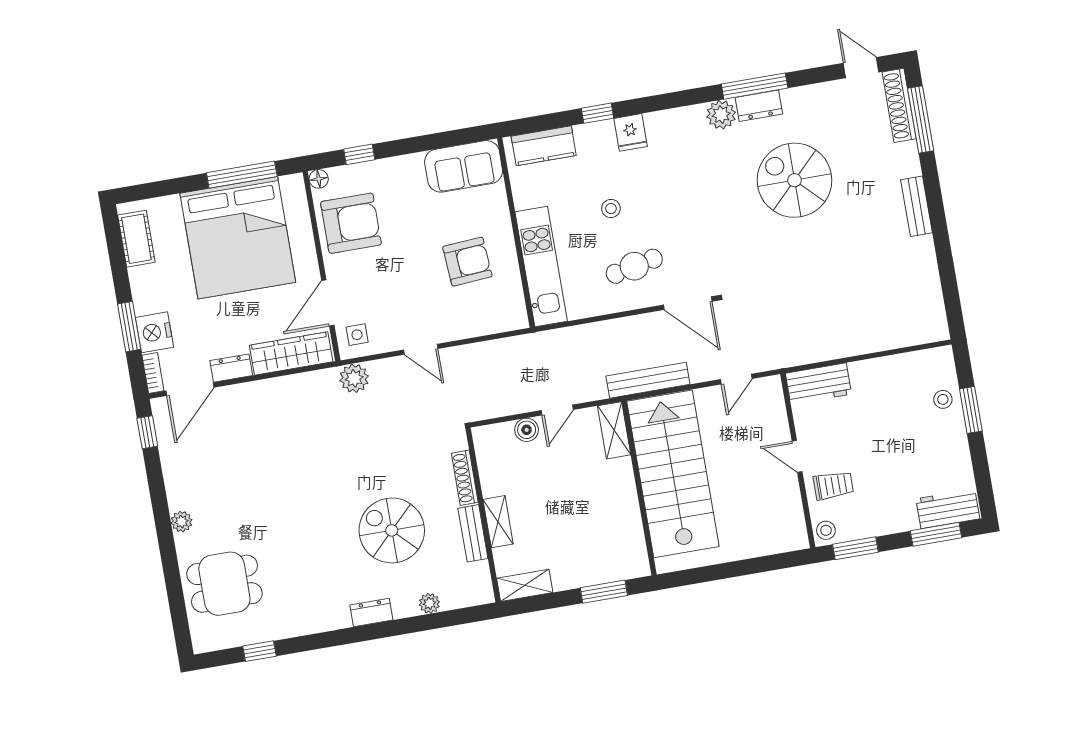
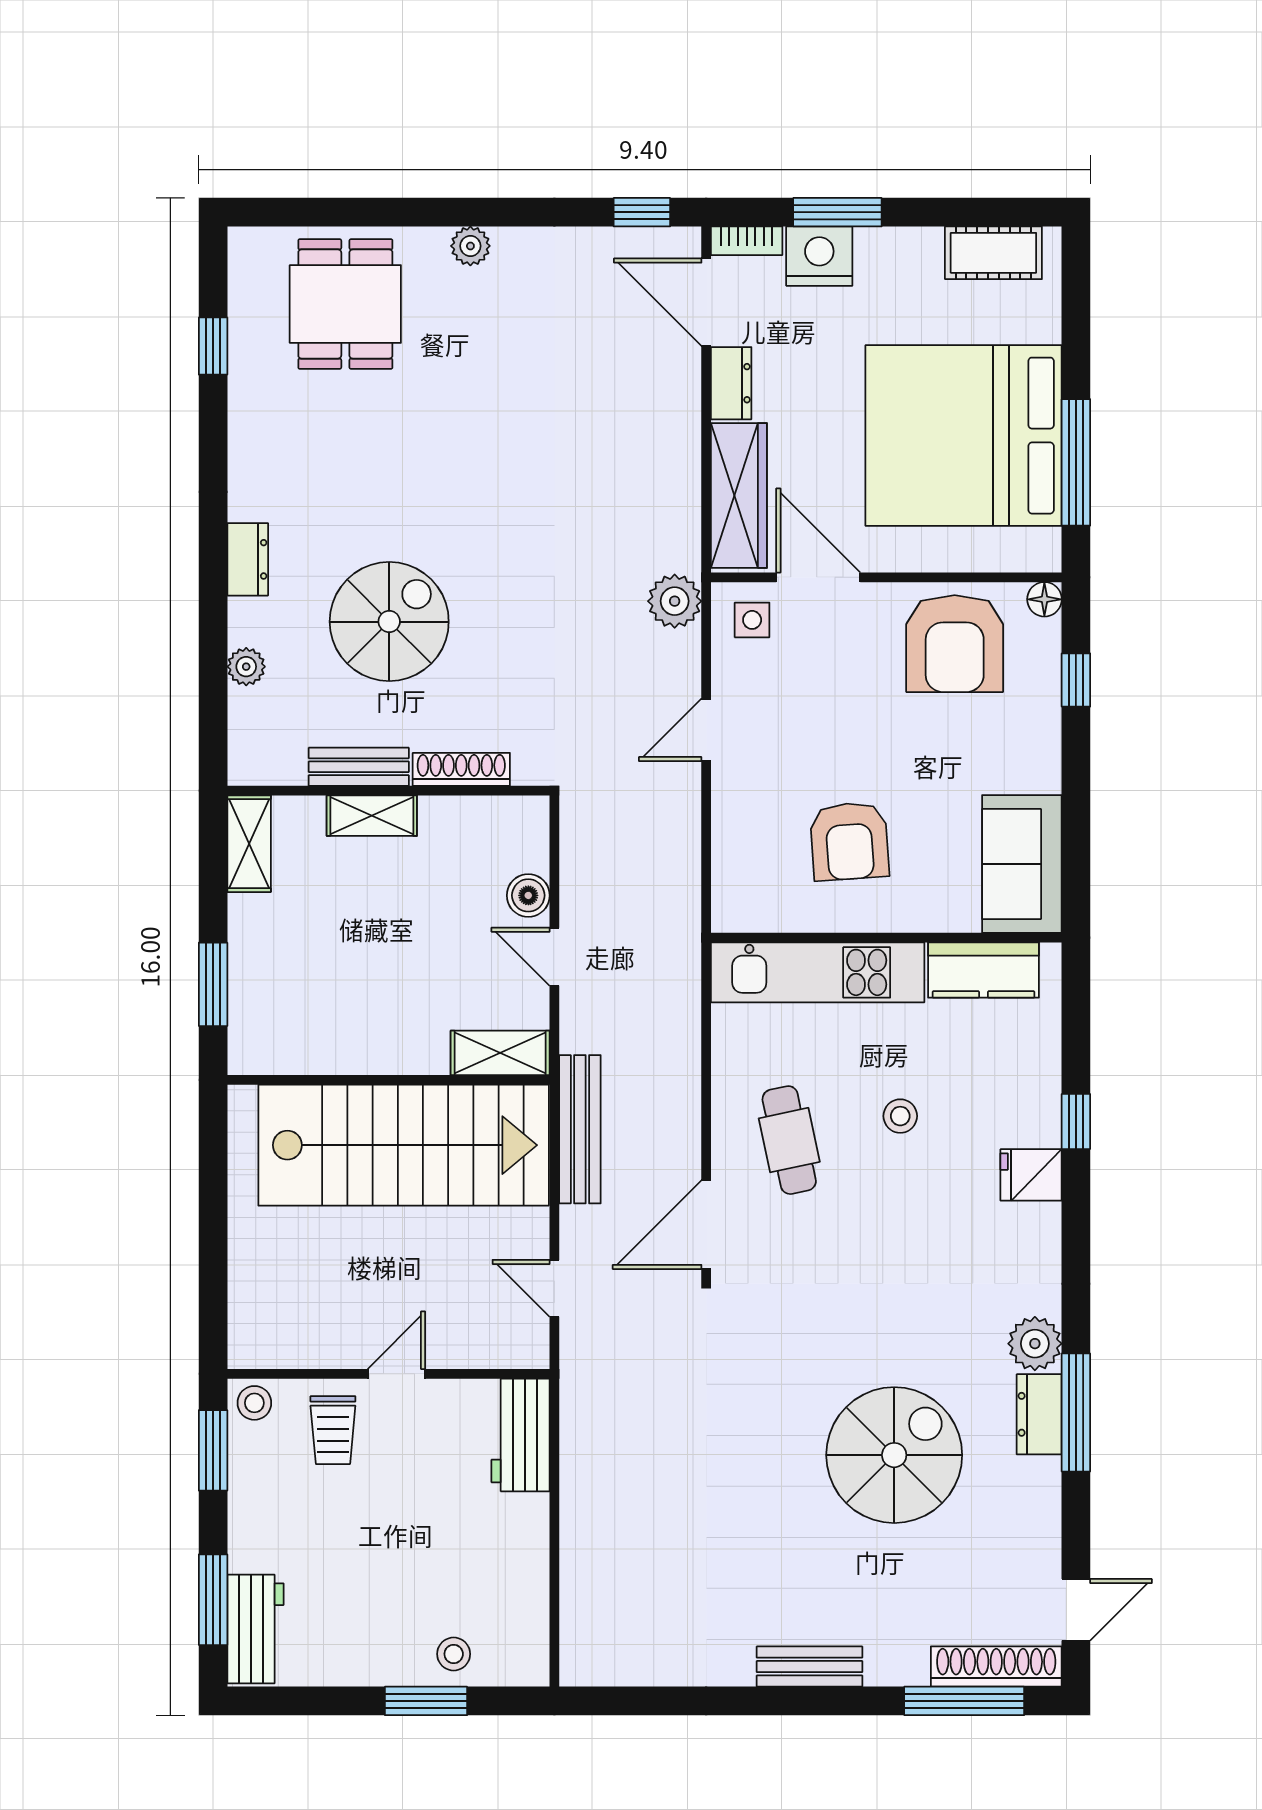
kitchen counter: (544, 146) -> (984, 970), moved, turned -90

